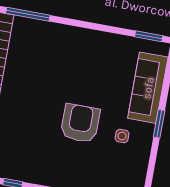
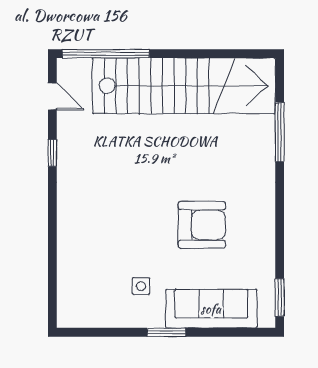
armchair: (80, 123) -> (202, 225), moved

